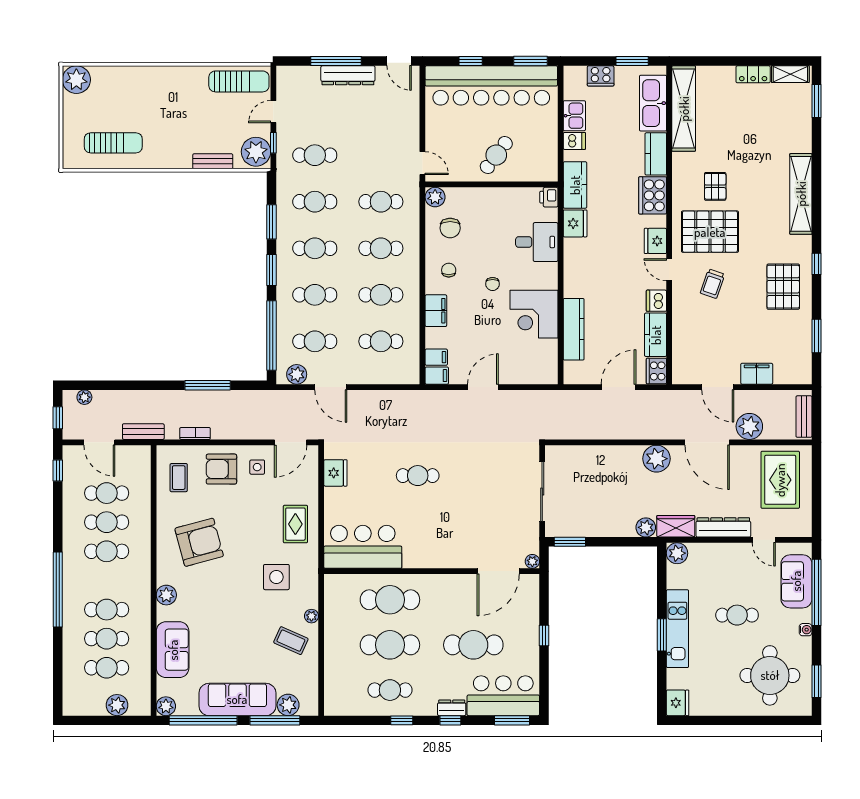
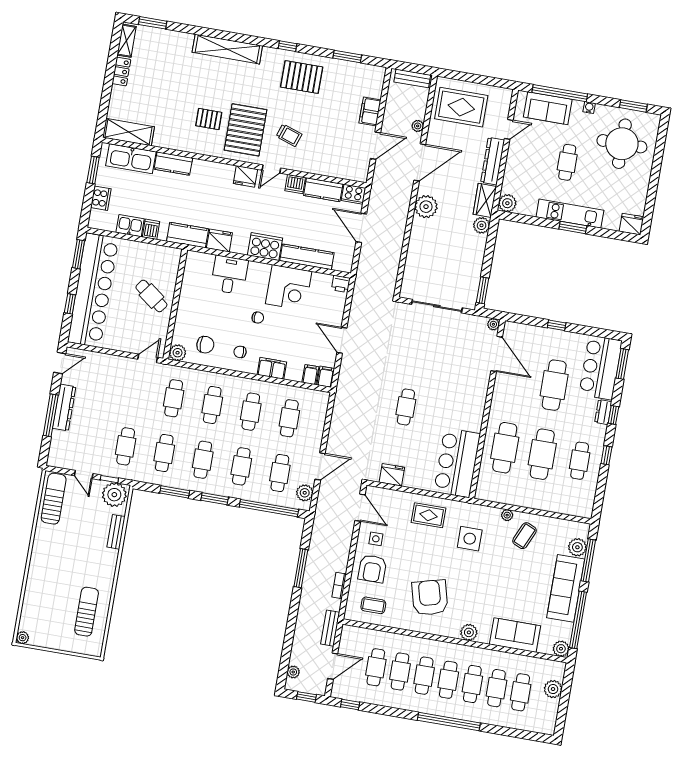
plant: (76, 80) -> (23, 638), width x0.53, depth x0.53
shelving: (684, 109) -> (128, 132), width x0.68
cooker: (653, 195) -> (265, 247), moved, turned 180
printer: (549, 197) -> (341, 284), moved
plant: (749, 426) -> (418, 126), width x0.53, depth x0.53
cafe table: (107, 580) -> (448, 680), added

